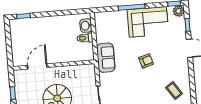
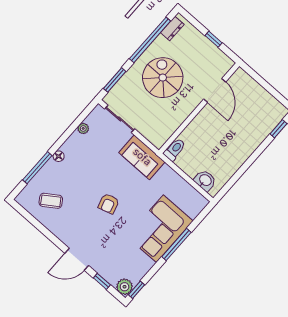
corner sofa: (148, 22) -> (160, 229), moved
toilet: (85, 38) -> (175, 150), moved
sofa: (106, 58) -> (142, 157), moved

